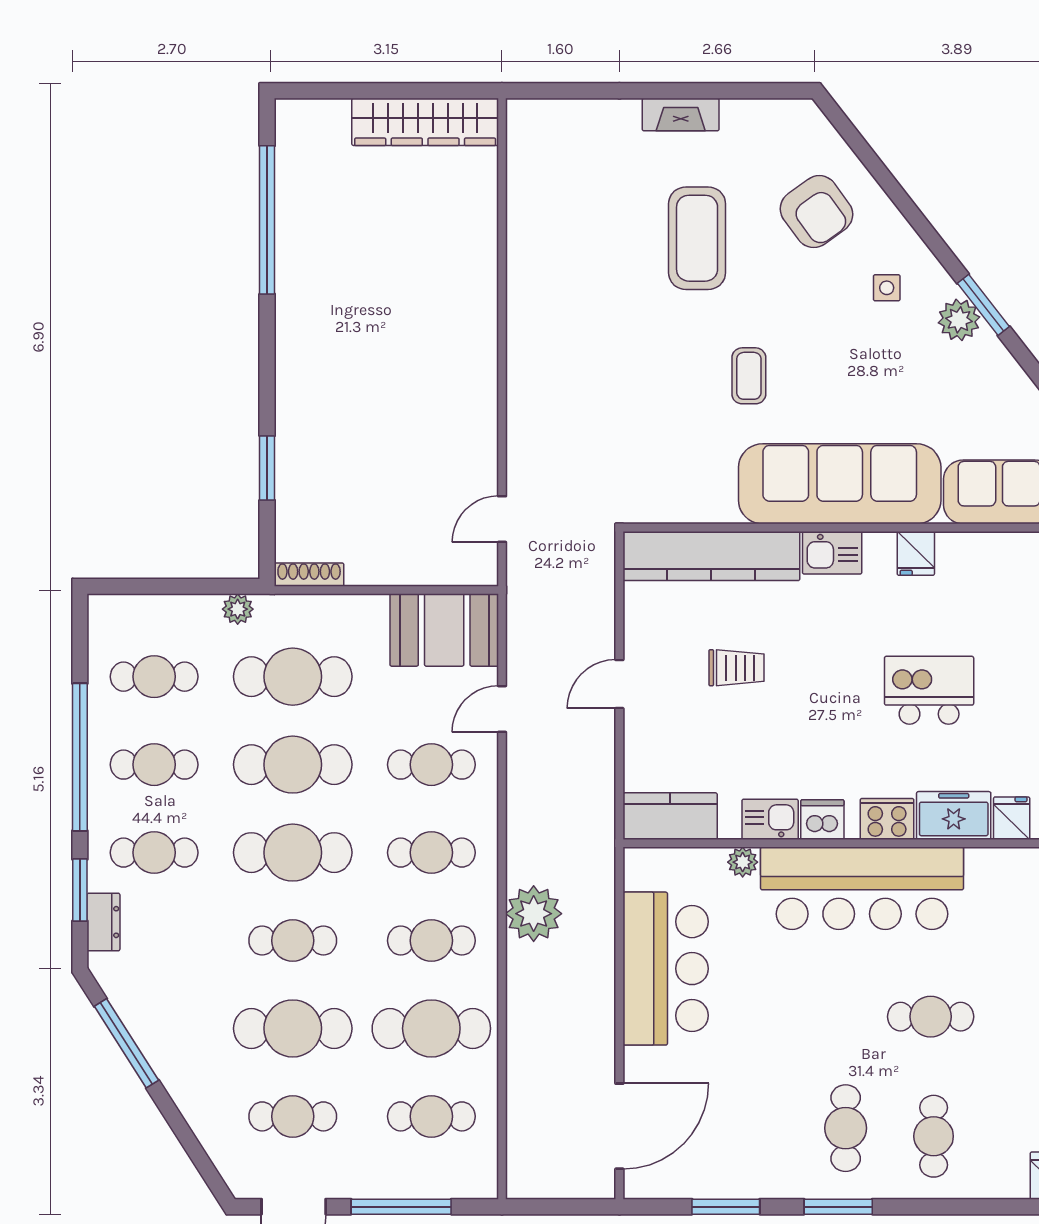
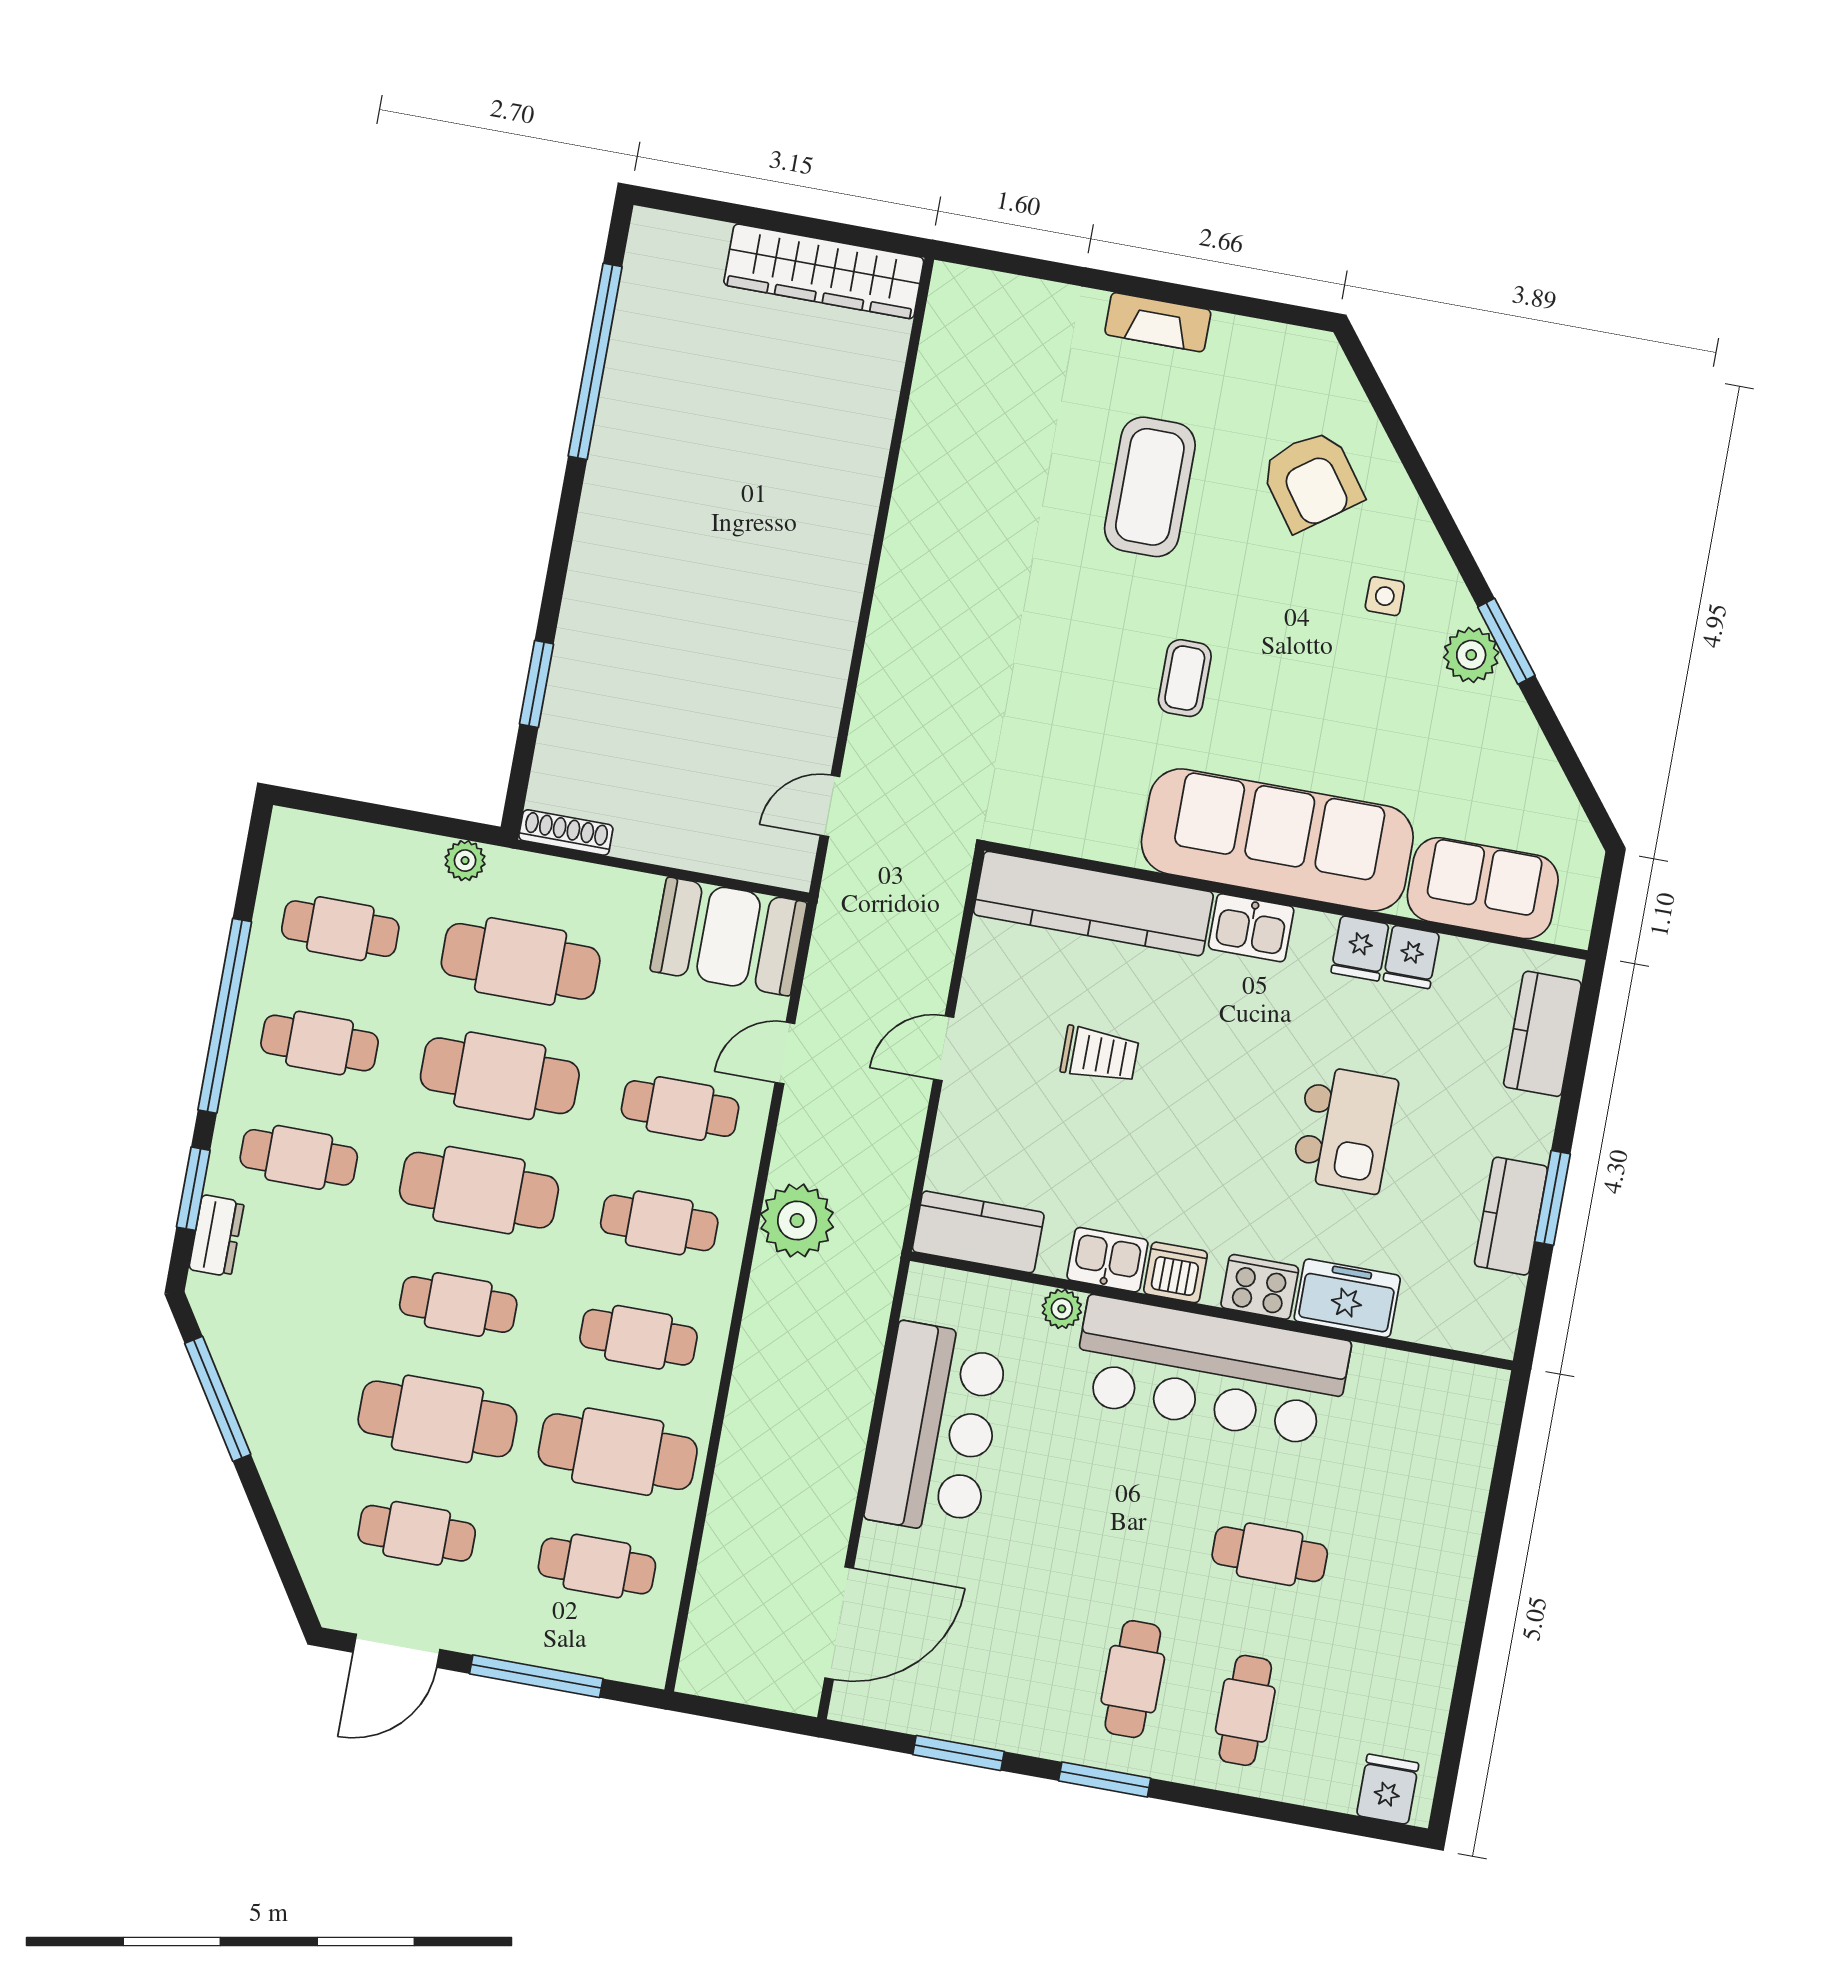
kitchen island: (929, 690) -> (1345, 1129), turned 90
fridge: (1012, 818) -> (1411, 957), moved, turned 180
plant: (534, 914) -> (797, 1221), moved

